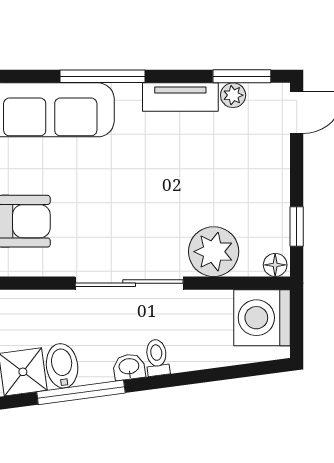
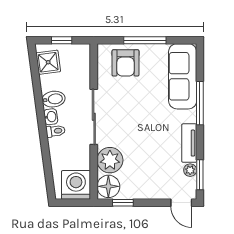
floor lamp: (275, 265) -> (108, 186), width x1.89, depth x1.89
bidet: (62, 366) -> (54, 99), moved
window: (81, 392) -> (38, 92), removed

